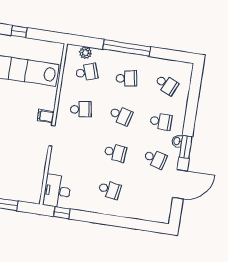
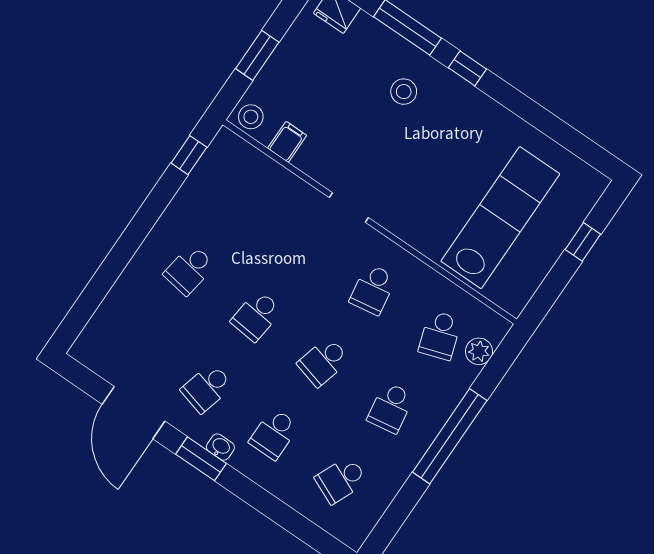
filing cabinet: (46, 116) -> (287, 142), moved
desk: (57, 191) -> (236, 166), removed
stool: (34, 195) -> (251, 117), added

